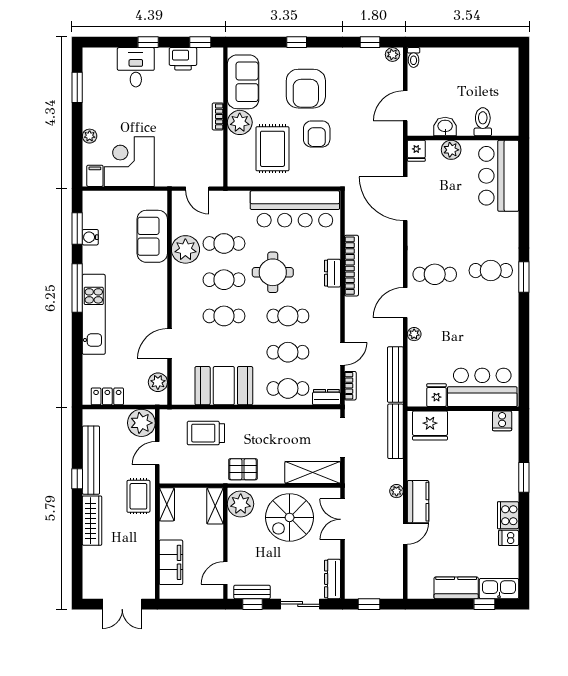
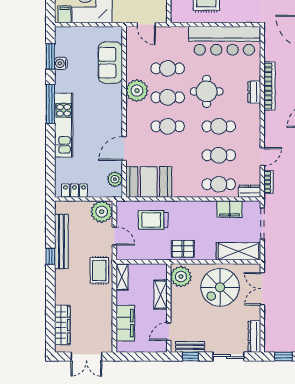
plant: (185, 249) -> (137, 91), moved
booth: (224, 386) -> (149, 182), moved
filing cabinet: (301, 420) -> (229, 209), added
door: (157, 453) -> (114, 236), swing flipped
shelving: (215, 506) -> (161, 295), moved
wardrobe: (92, 521) -> (62, 325), moved

